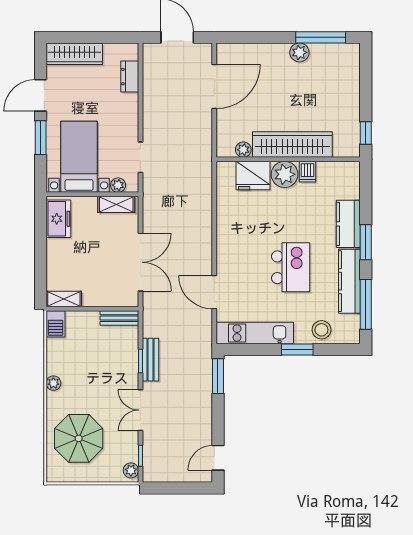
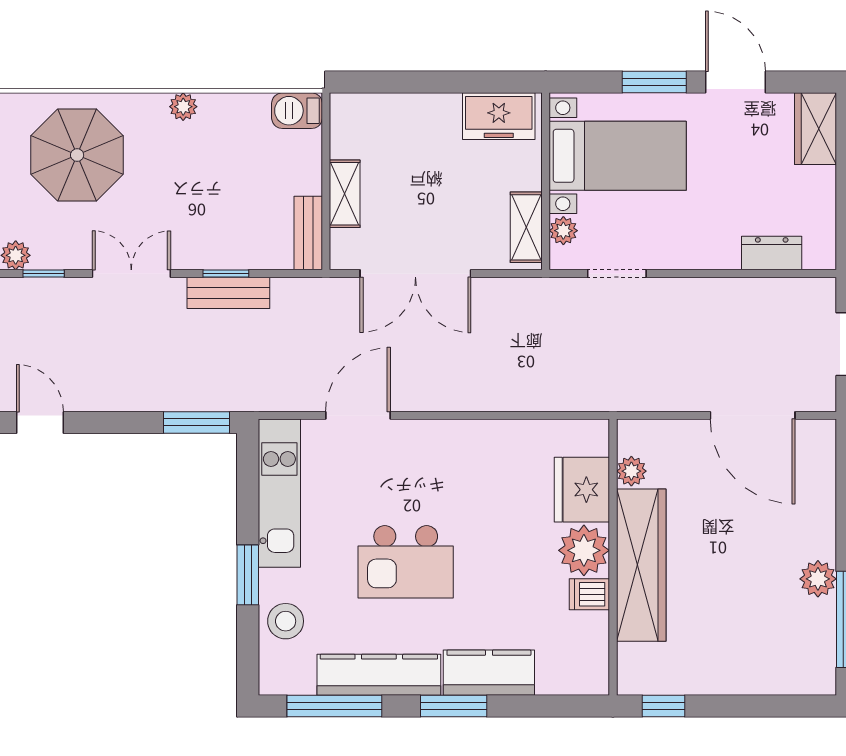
wardrobe: (74, 54) -> (815, 129), width x0.67
shelving: (64, 299) -> (345, 194), moved

